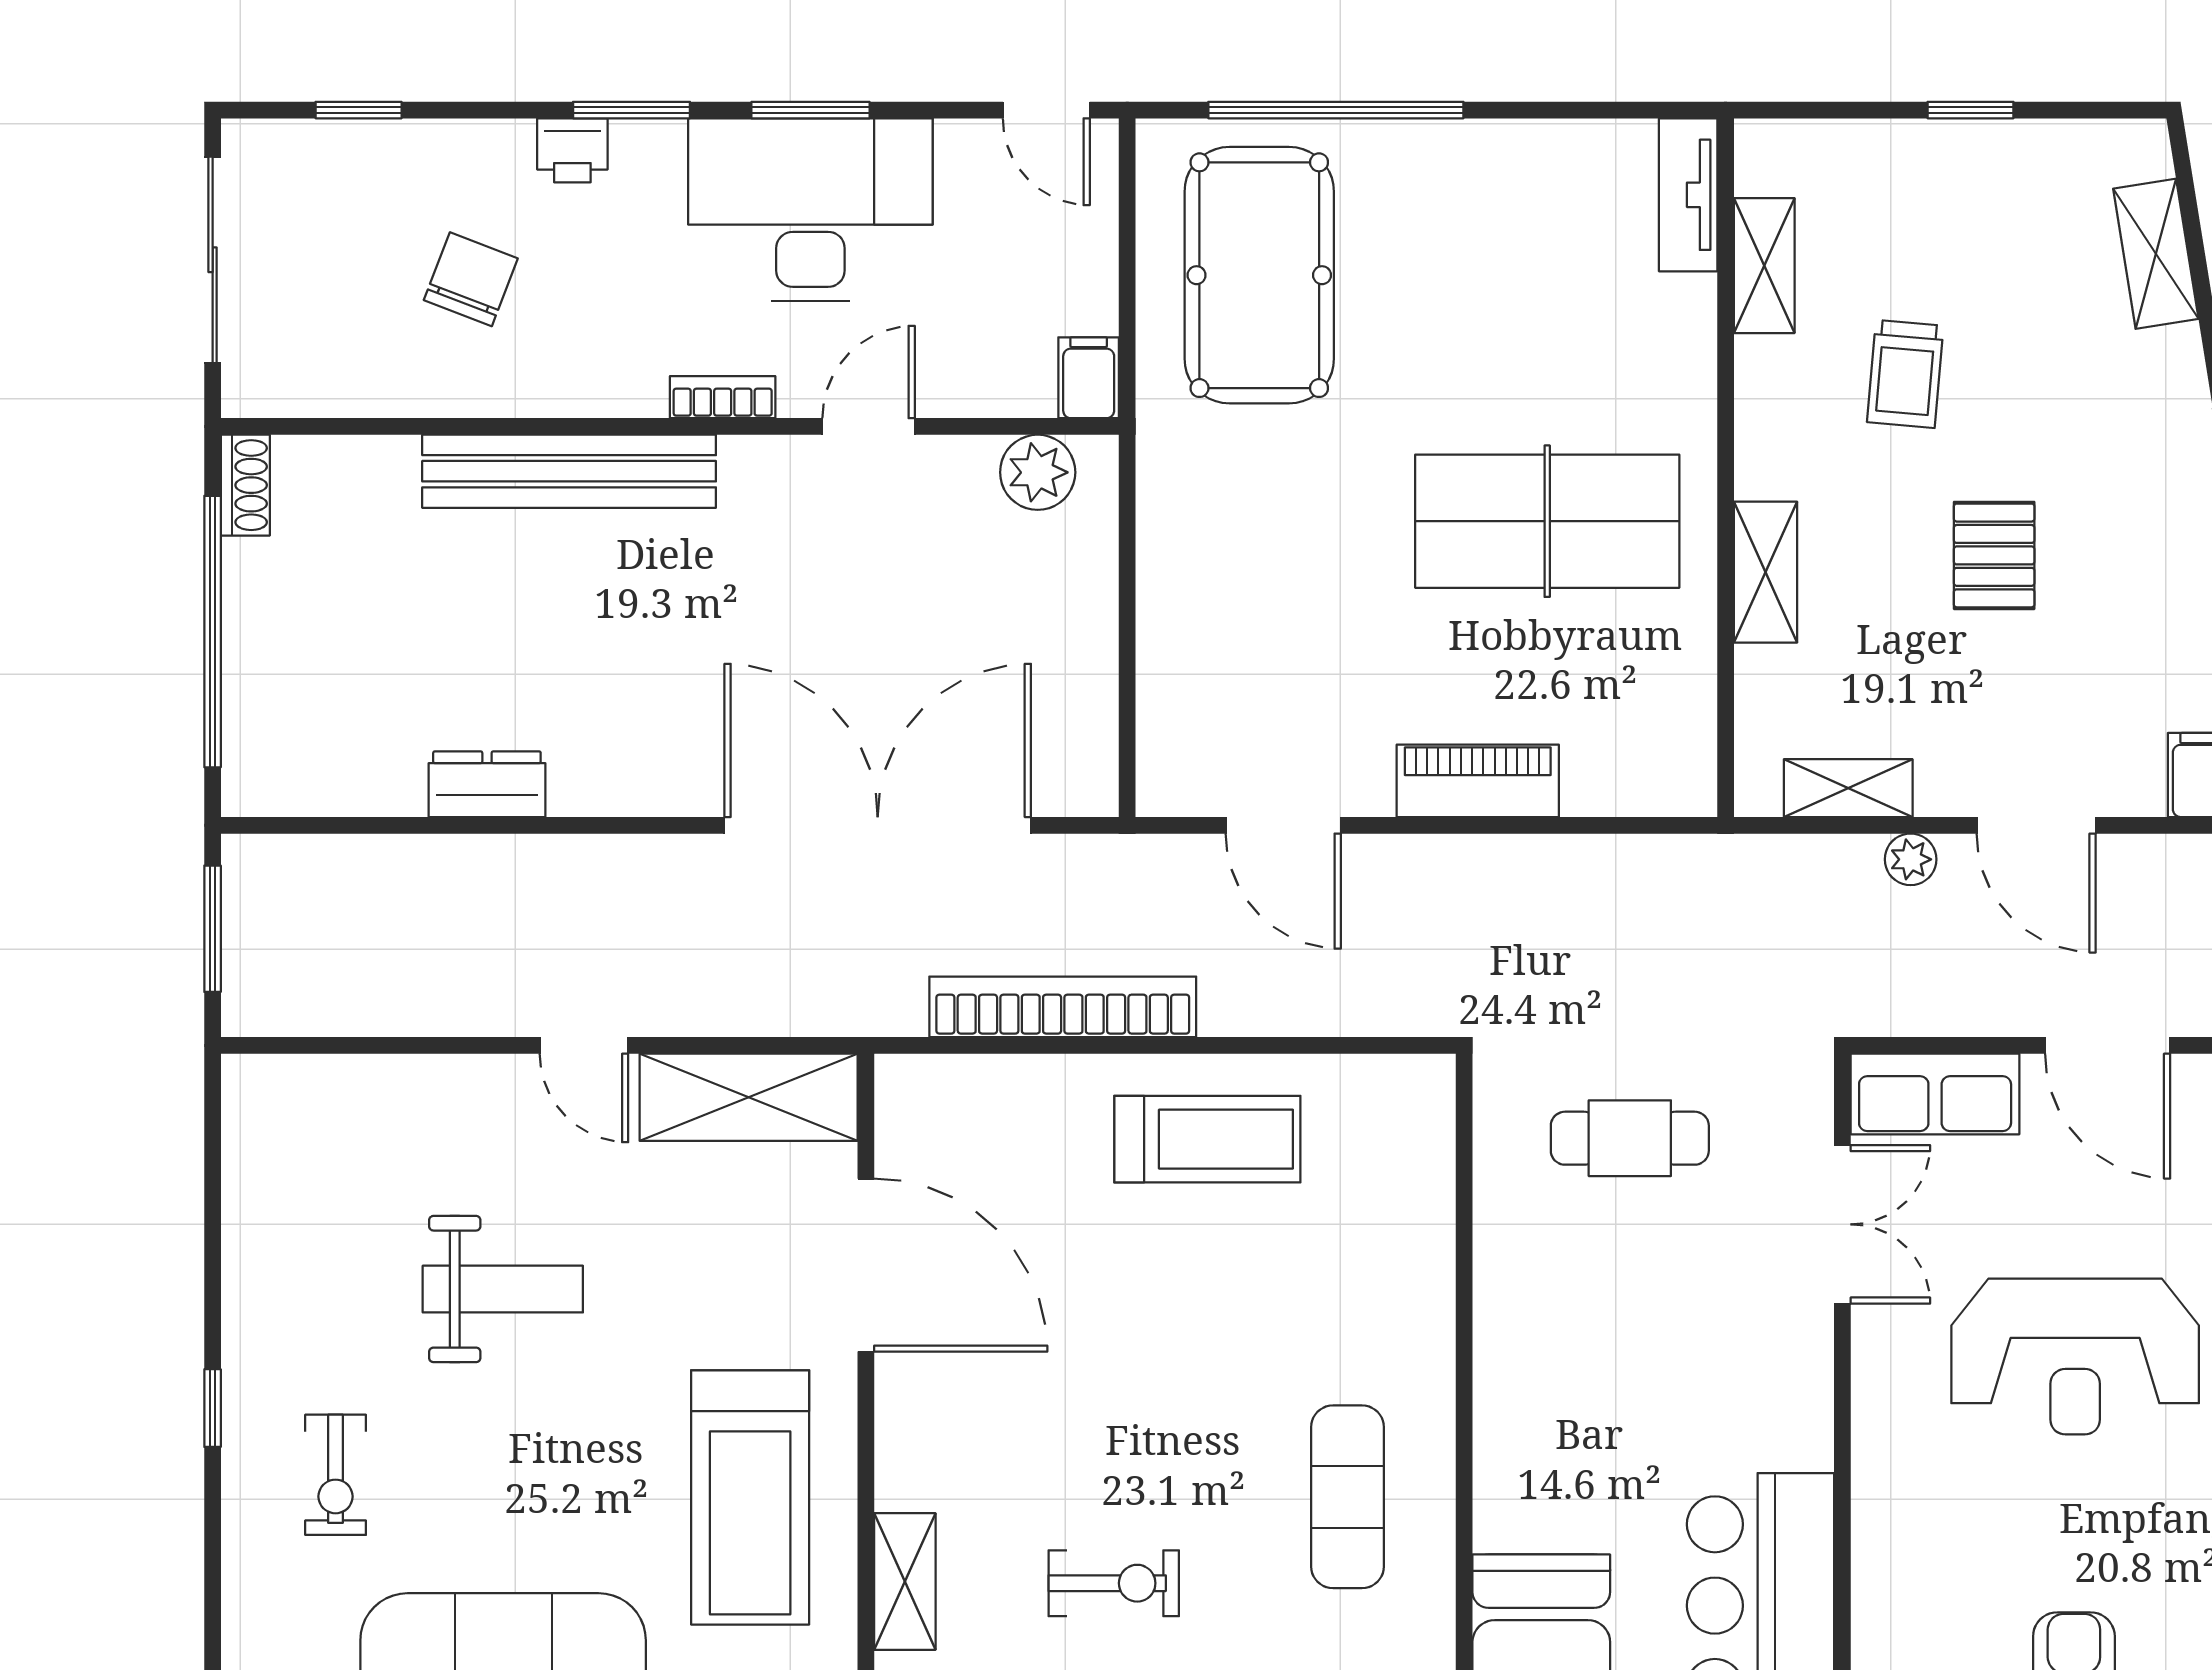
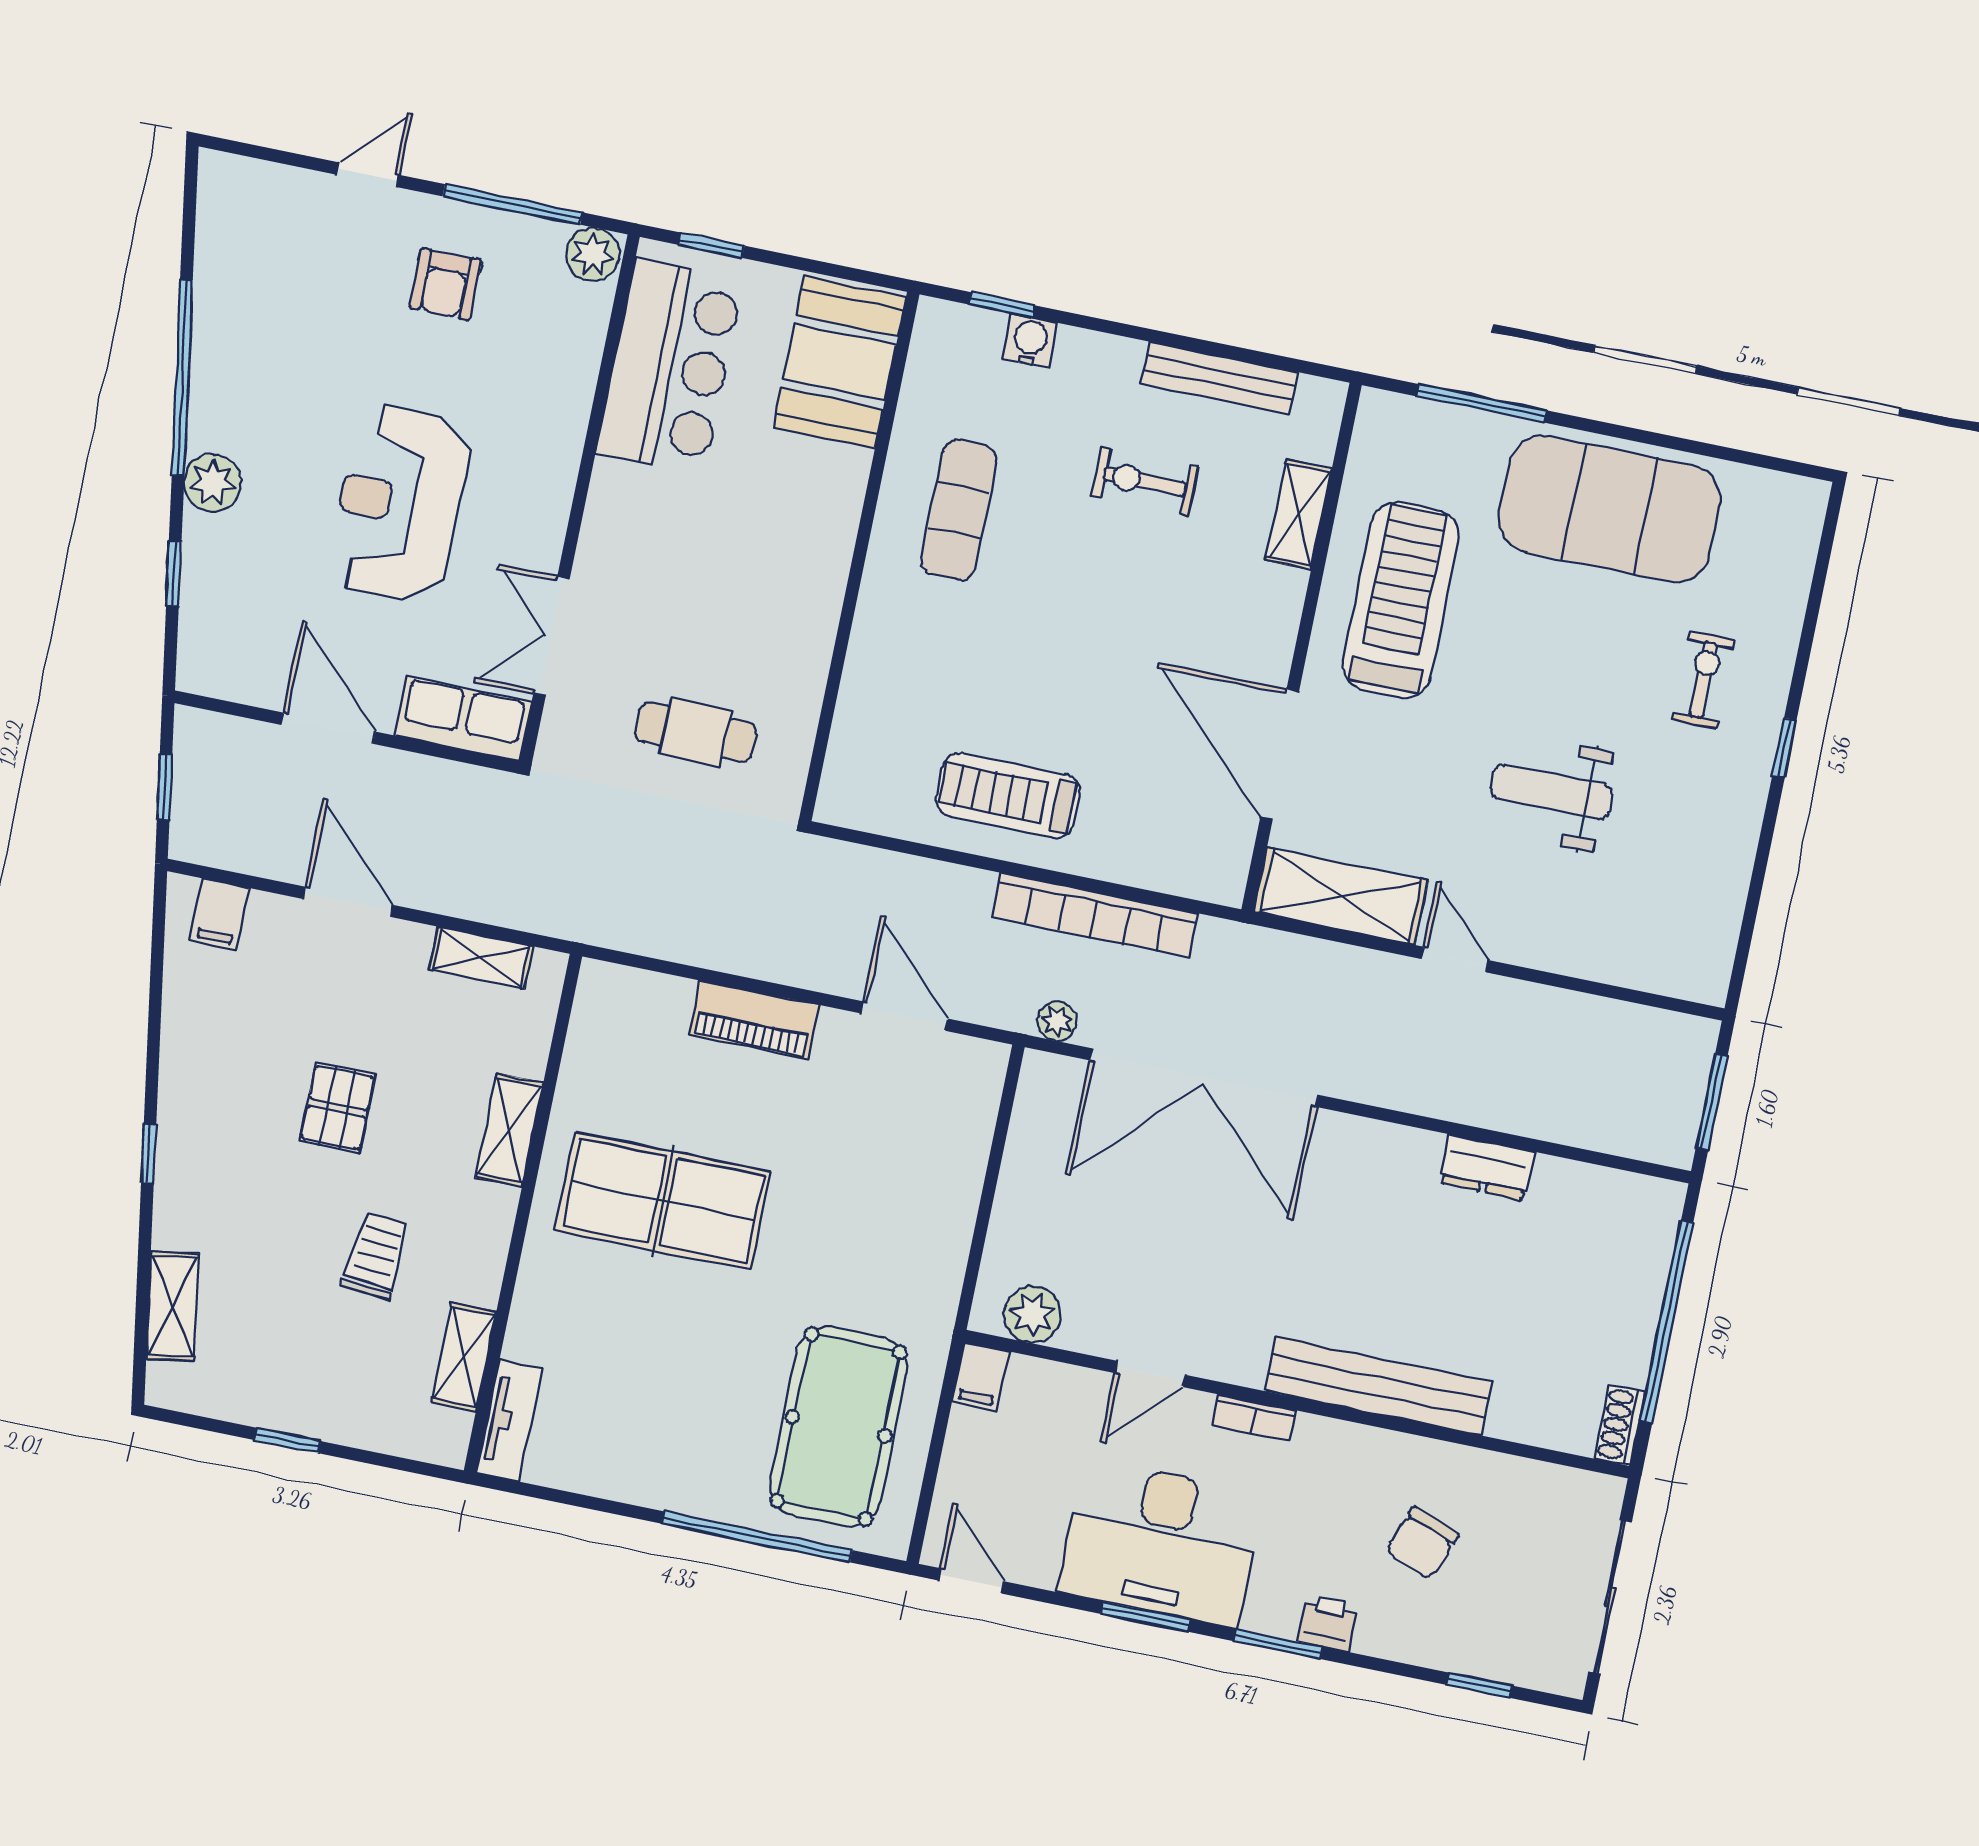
plant: (1911, 859) -> (1057, 1021), moved
reception desk: (2075, 1356) -> (399, 503), turned -90

